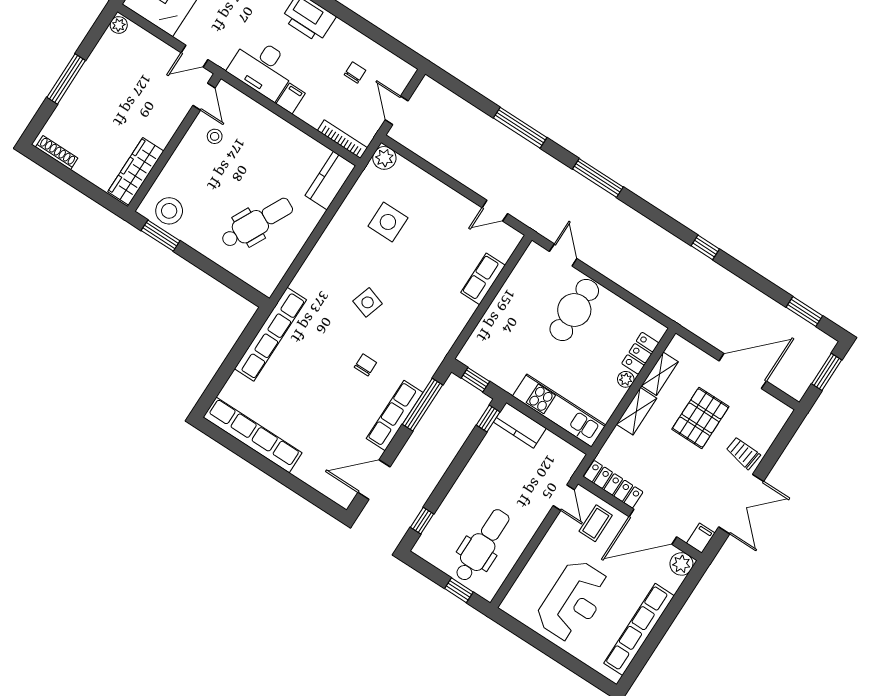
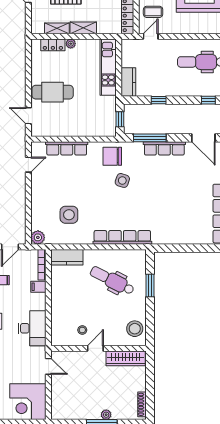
plant: (119, 25) -> (106, 415), moved
door: (204, 97) -> (95, 348), moved
filing cabinet: (291, 98) -> (38, 287), moved
door: (495, 211) -> (28, 165), hinge flipped
window: (161, 236) -> (150, 285), moved
door: (563, 255) -> (28, 116), hinge flipped
row of seats: (483, 279) -> (67, 148), width x1.48
side table: (368, 302) -> (122, 180), moved
row of seats: (270, 334) -> (122, 237), moved
chair: (365, 365) -> (112, 156), moved, width x1.87, depth x1.87
window: (488, 418) -> (159, 100), moved

